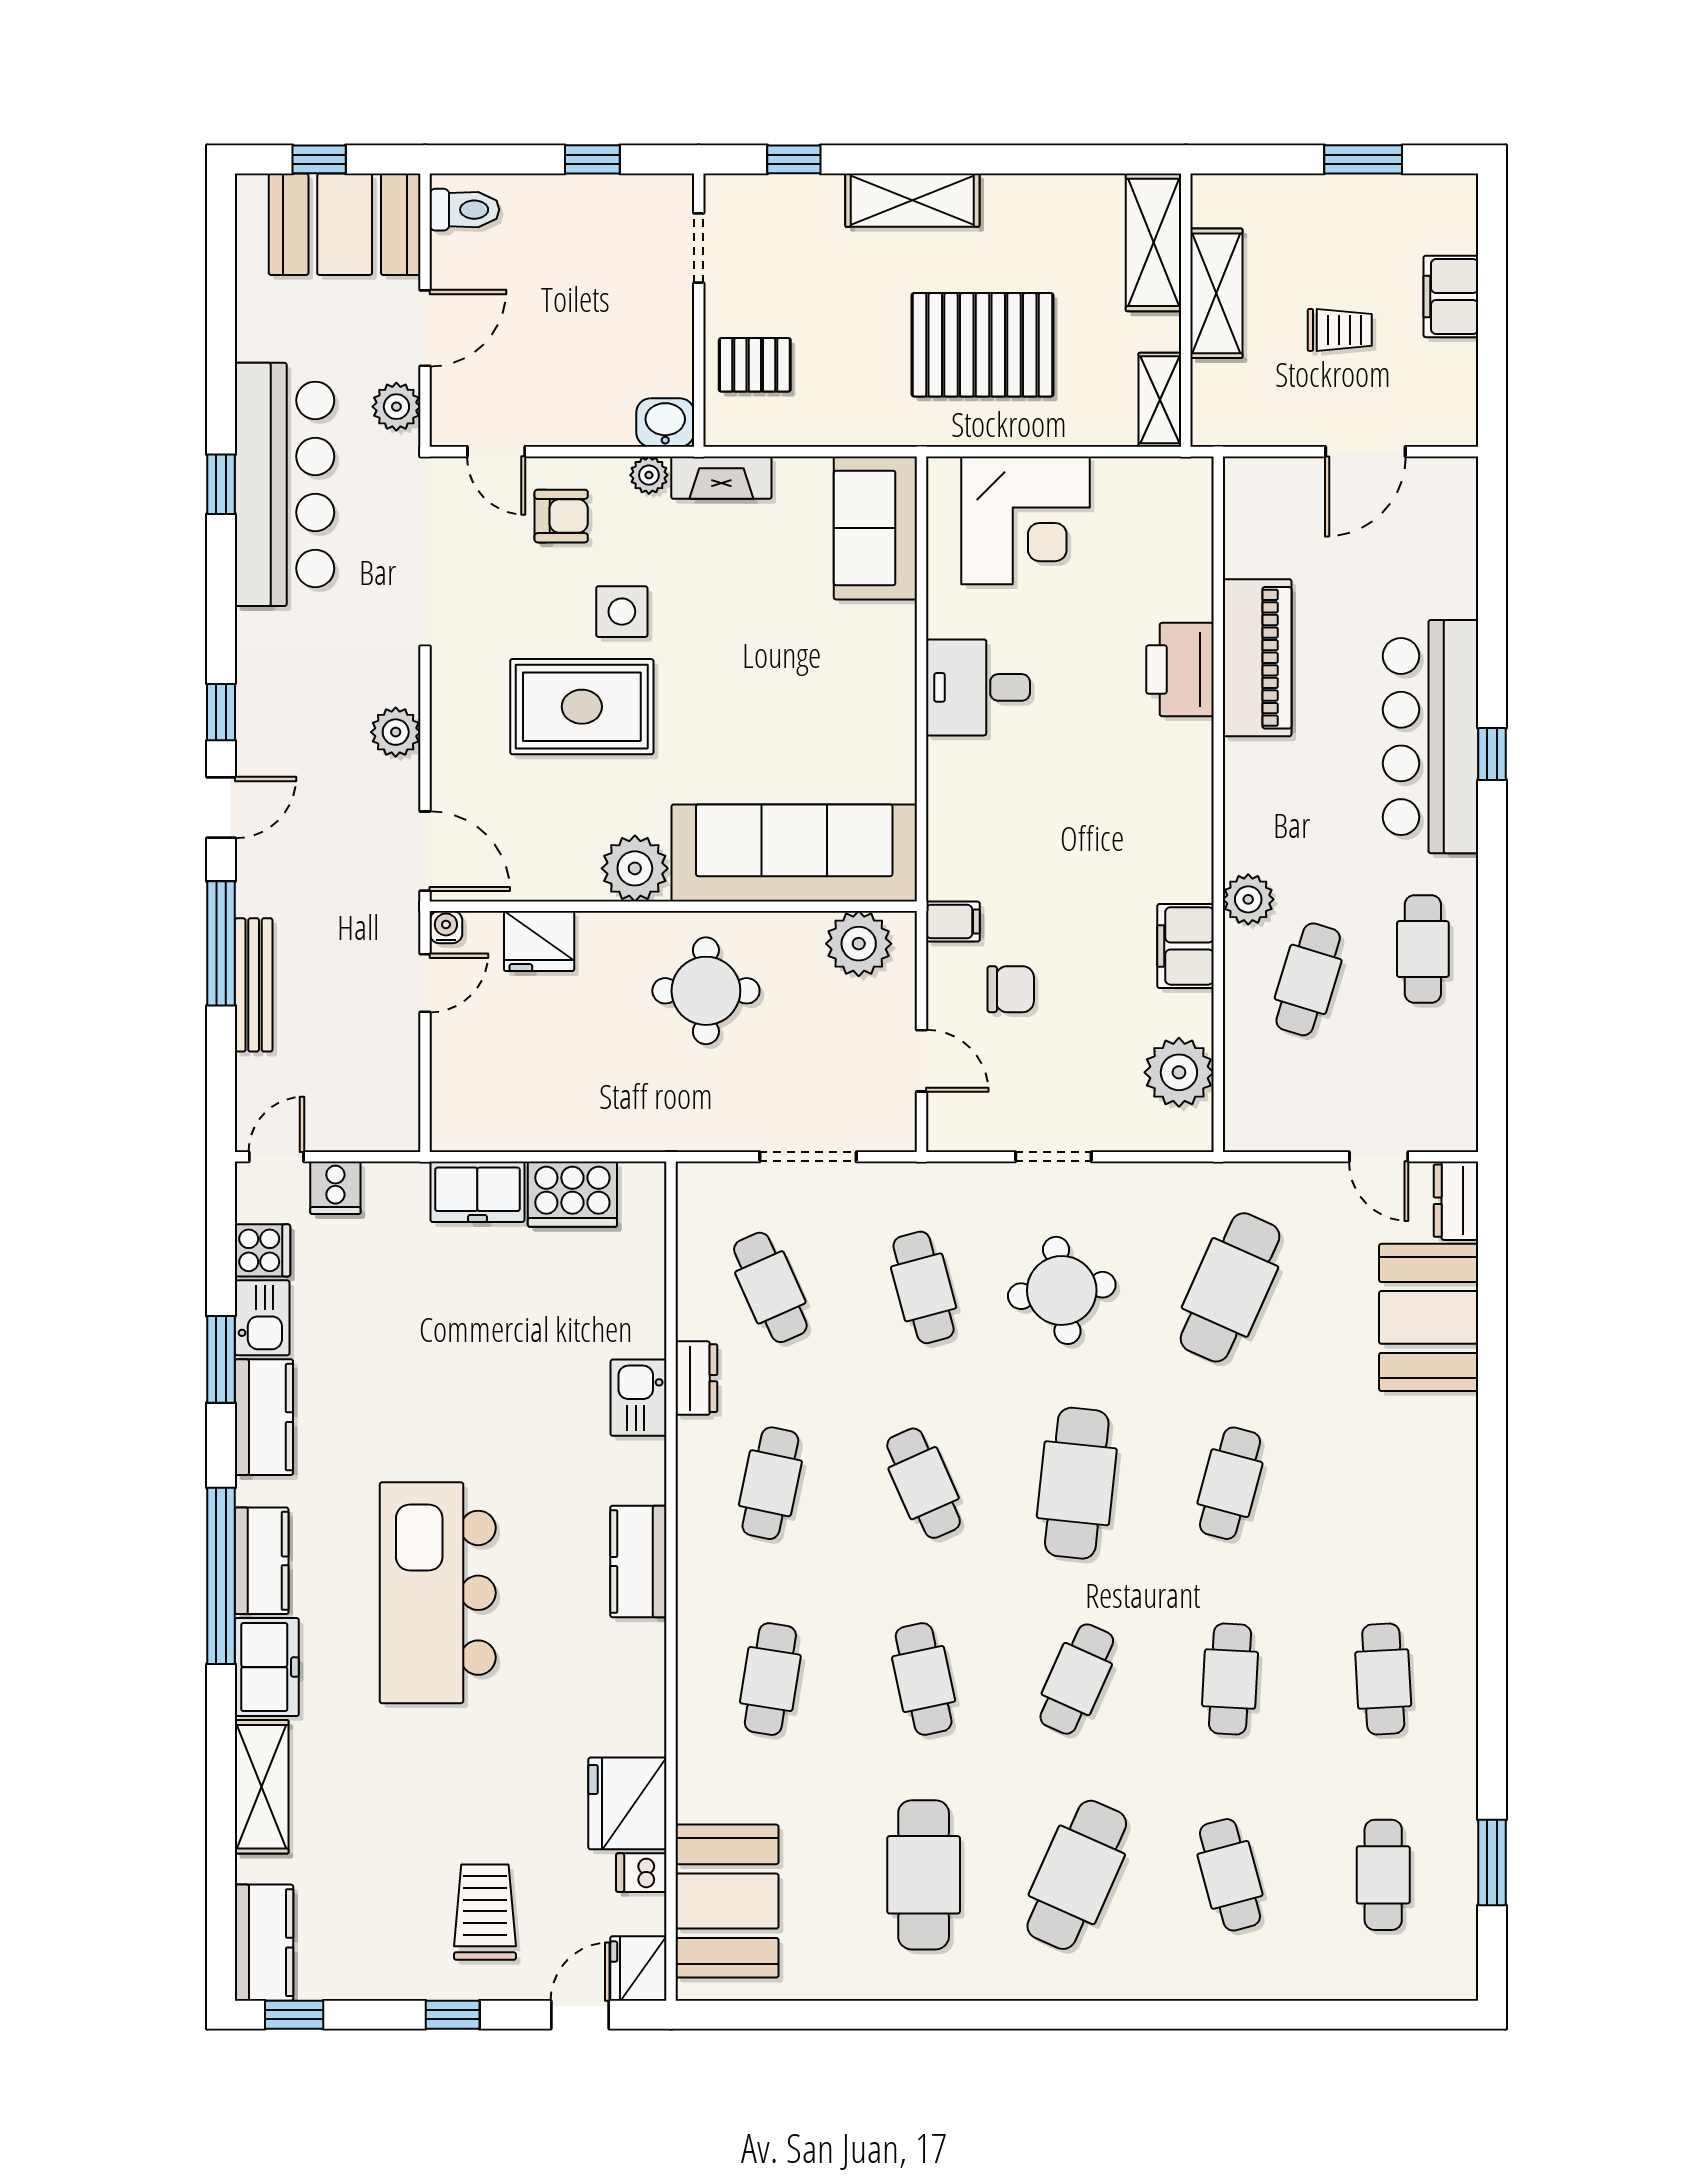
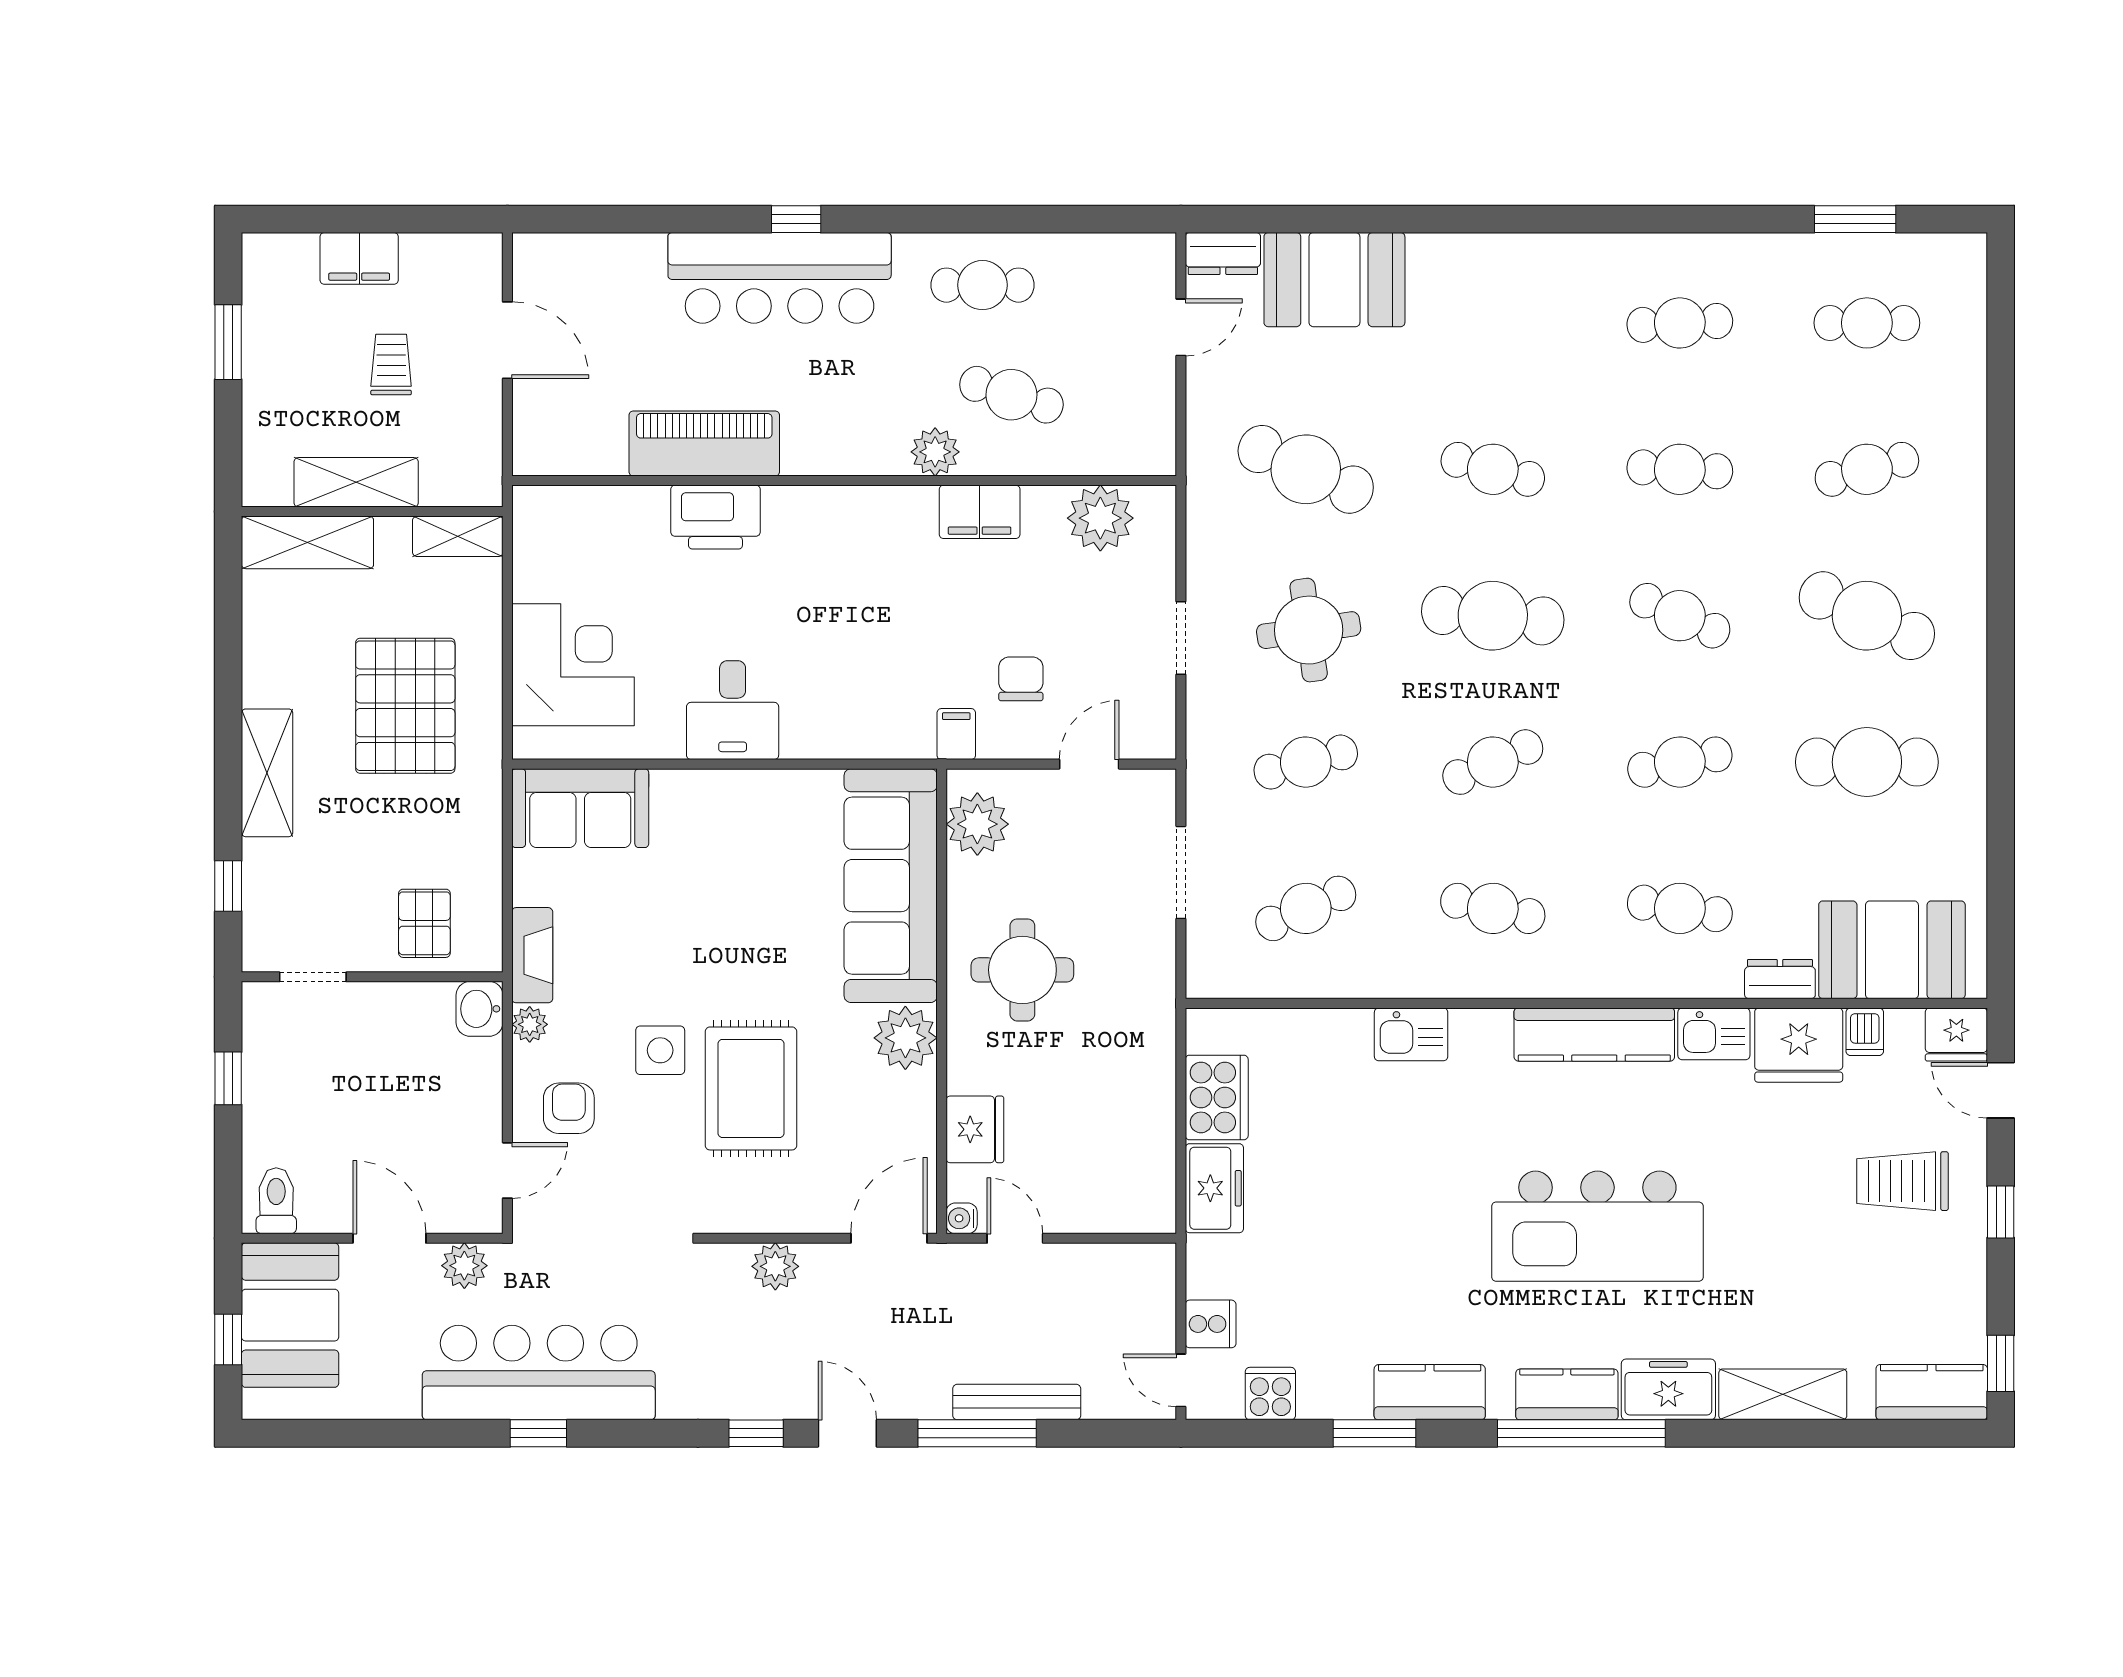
kitchen sink: (262, 1318) -> (1714, 1034), moved, turned 180
dresser: (696, 1378) -> (1780, 979), moved
kitchen counter: (638, 1562) -> (1594, 1035), width x1.50

